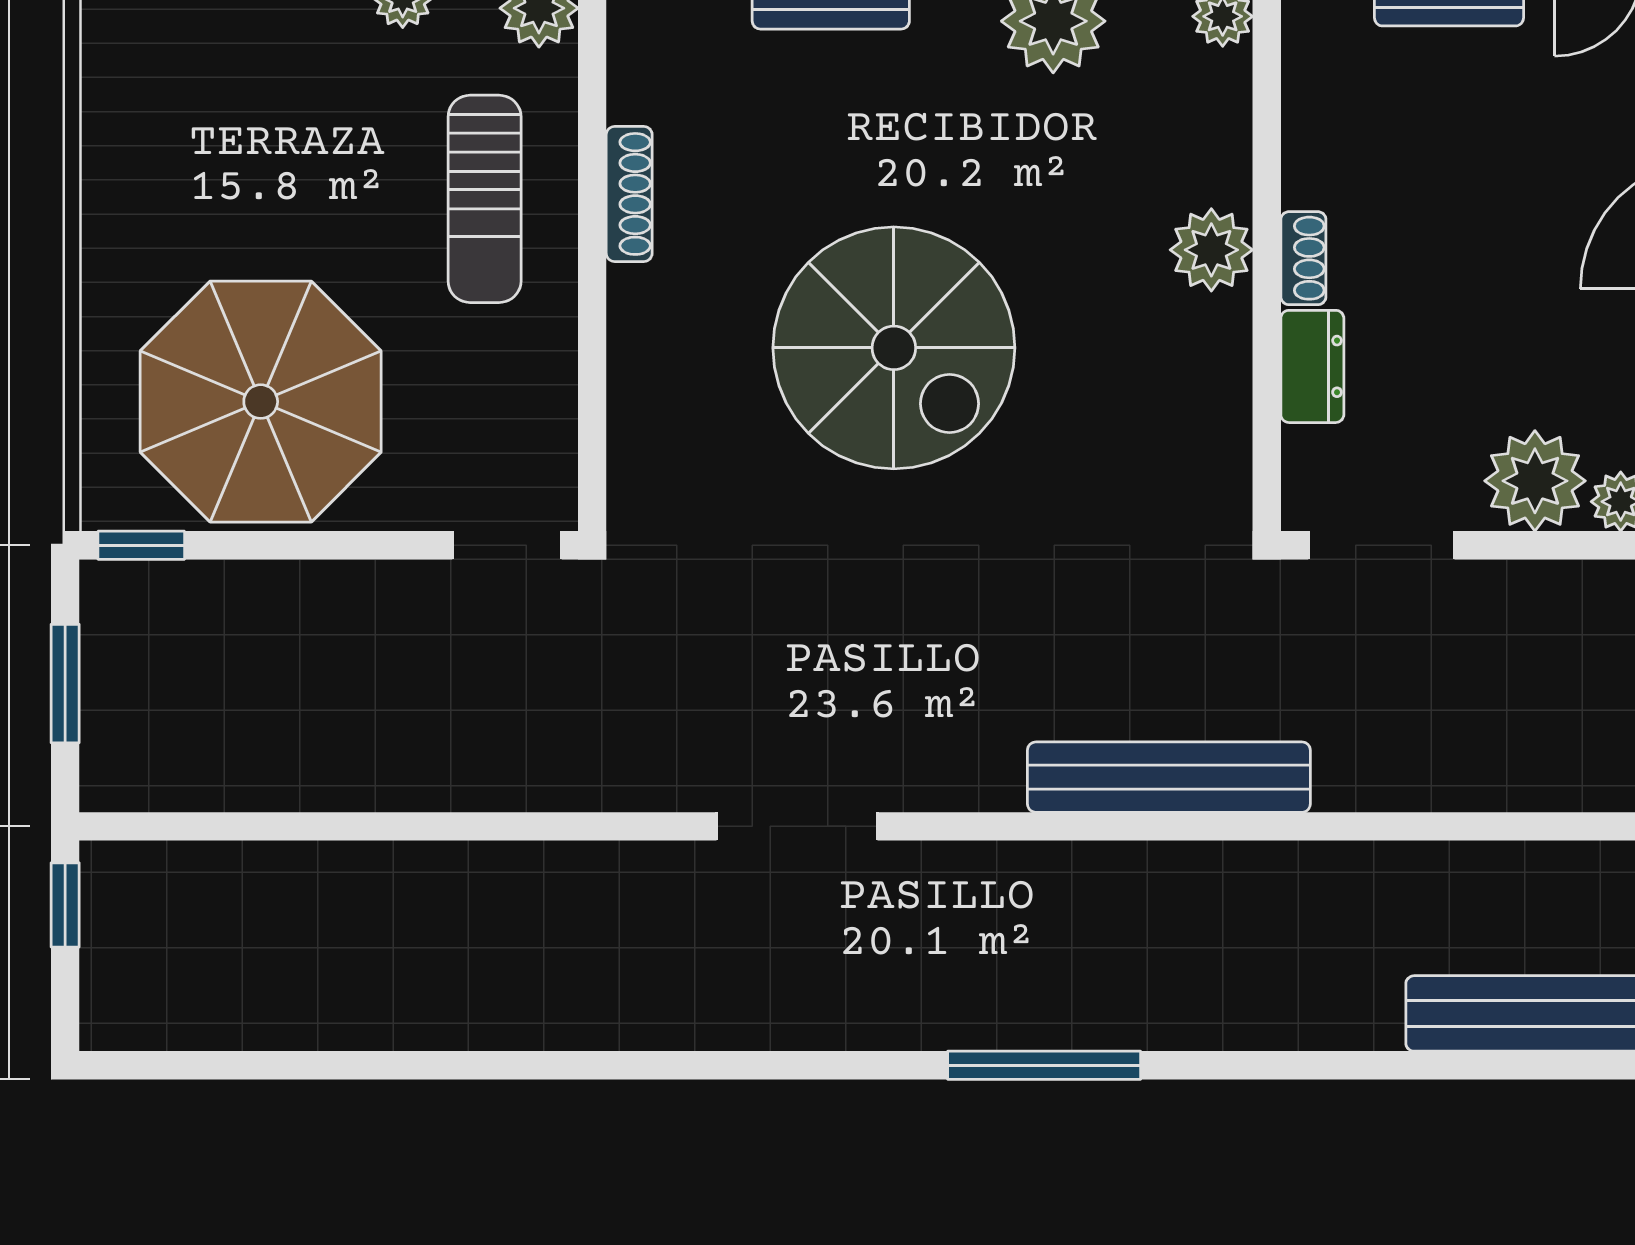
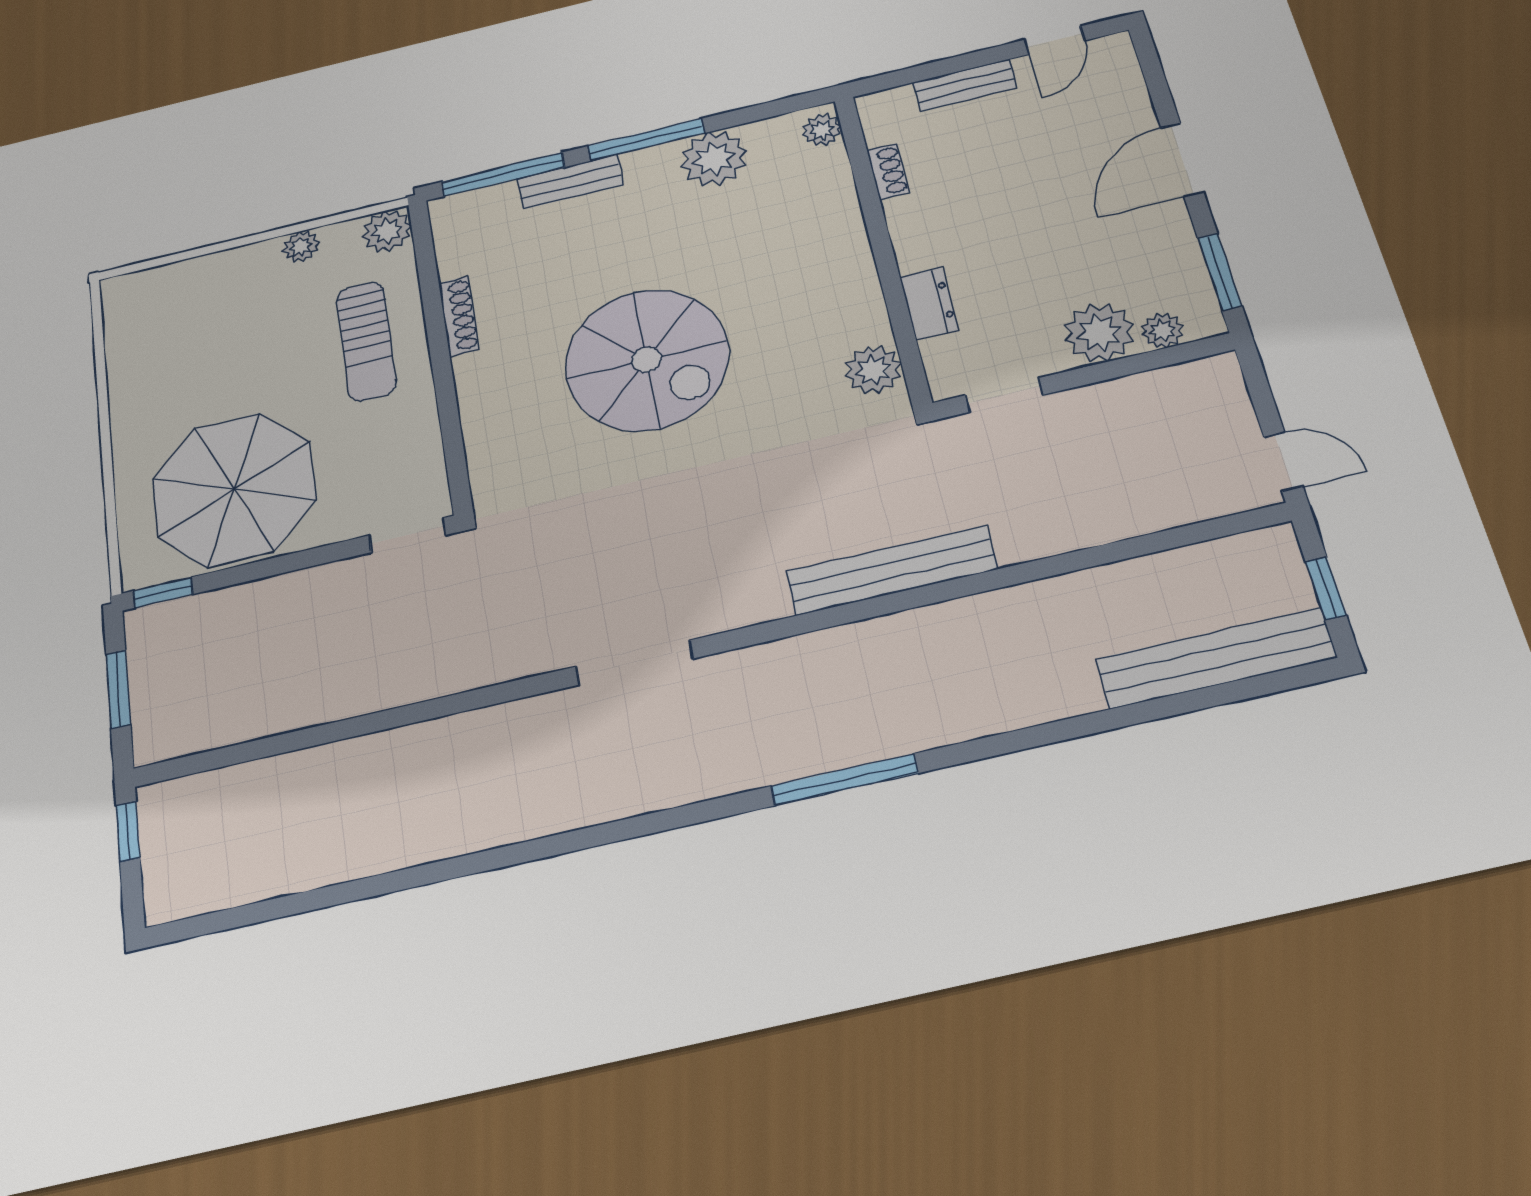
plant: (1211, 250) -> (873, 370), moved
shoe rack: (1303, 258) -> (888, 171), moved
doorway: (1381, 545) -> (1004, 395), width x0.73

